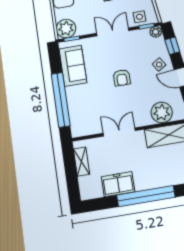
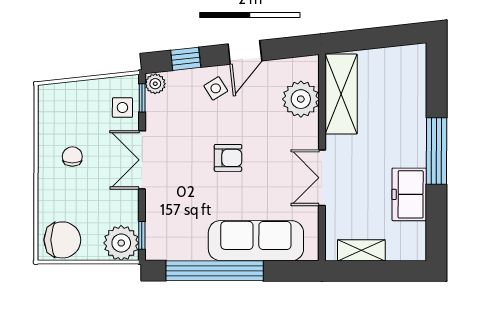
sofa: (73, 66) -> (256, 241), moved, width x1.36
window: (61, 100) -> (215, 271), moved
window: (146, 196) -> (436, 151), width x0.68

